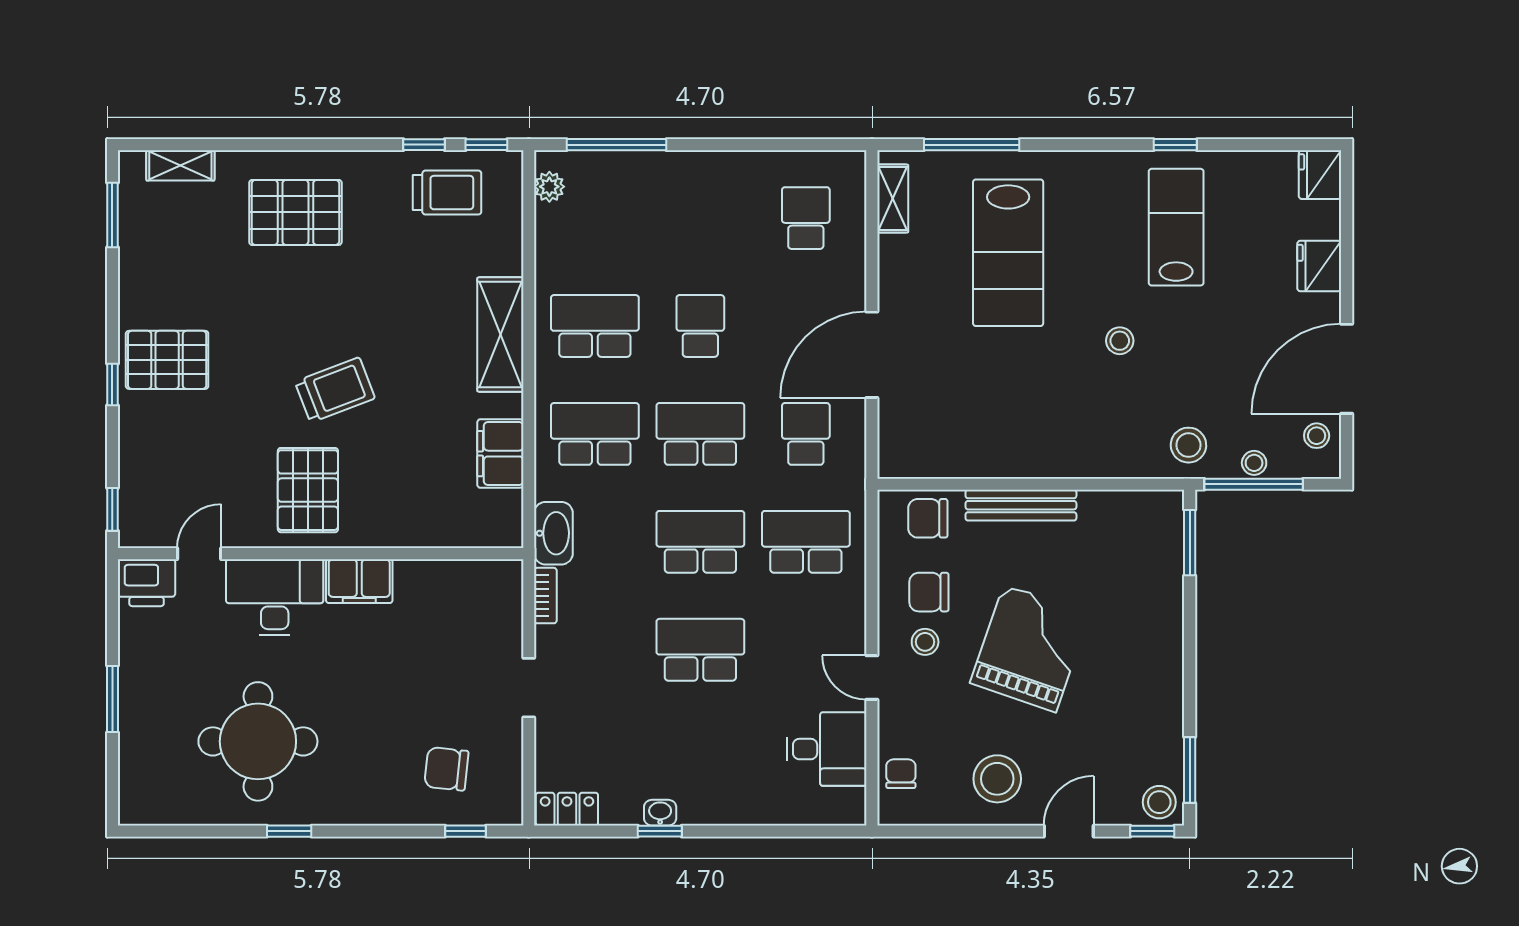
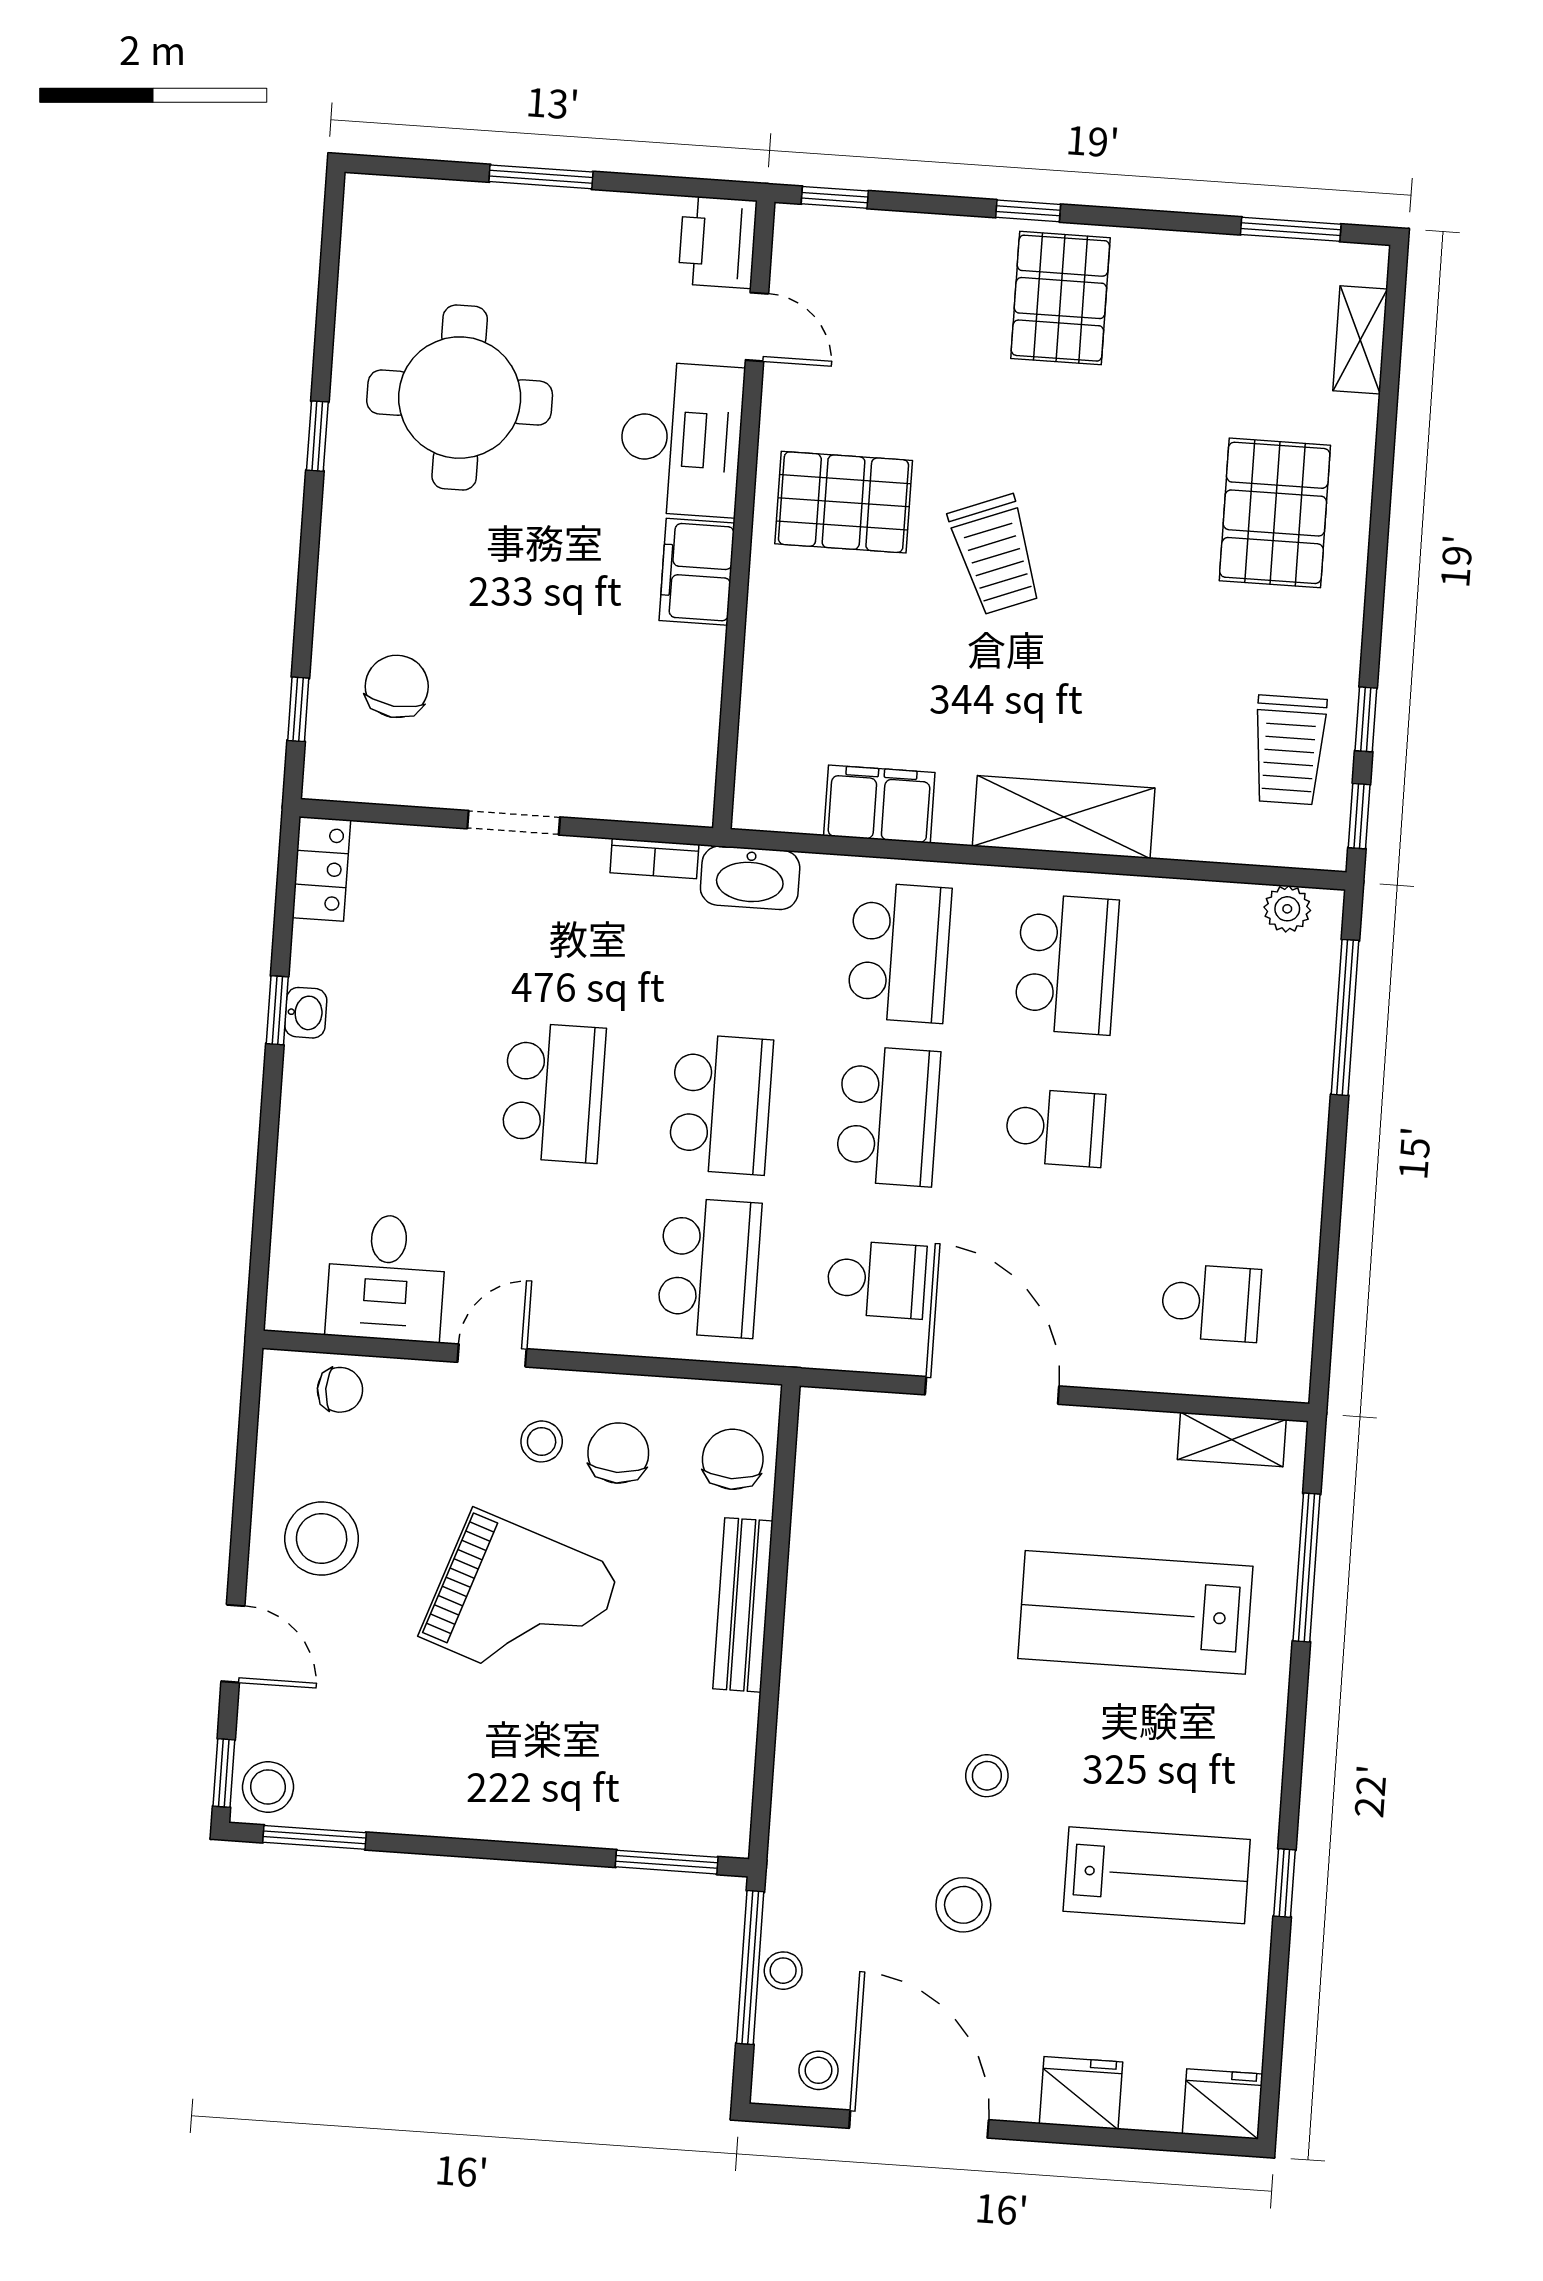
stool: (1188, 445) -> (963, 1905), moved

